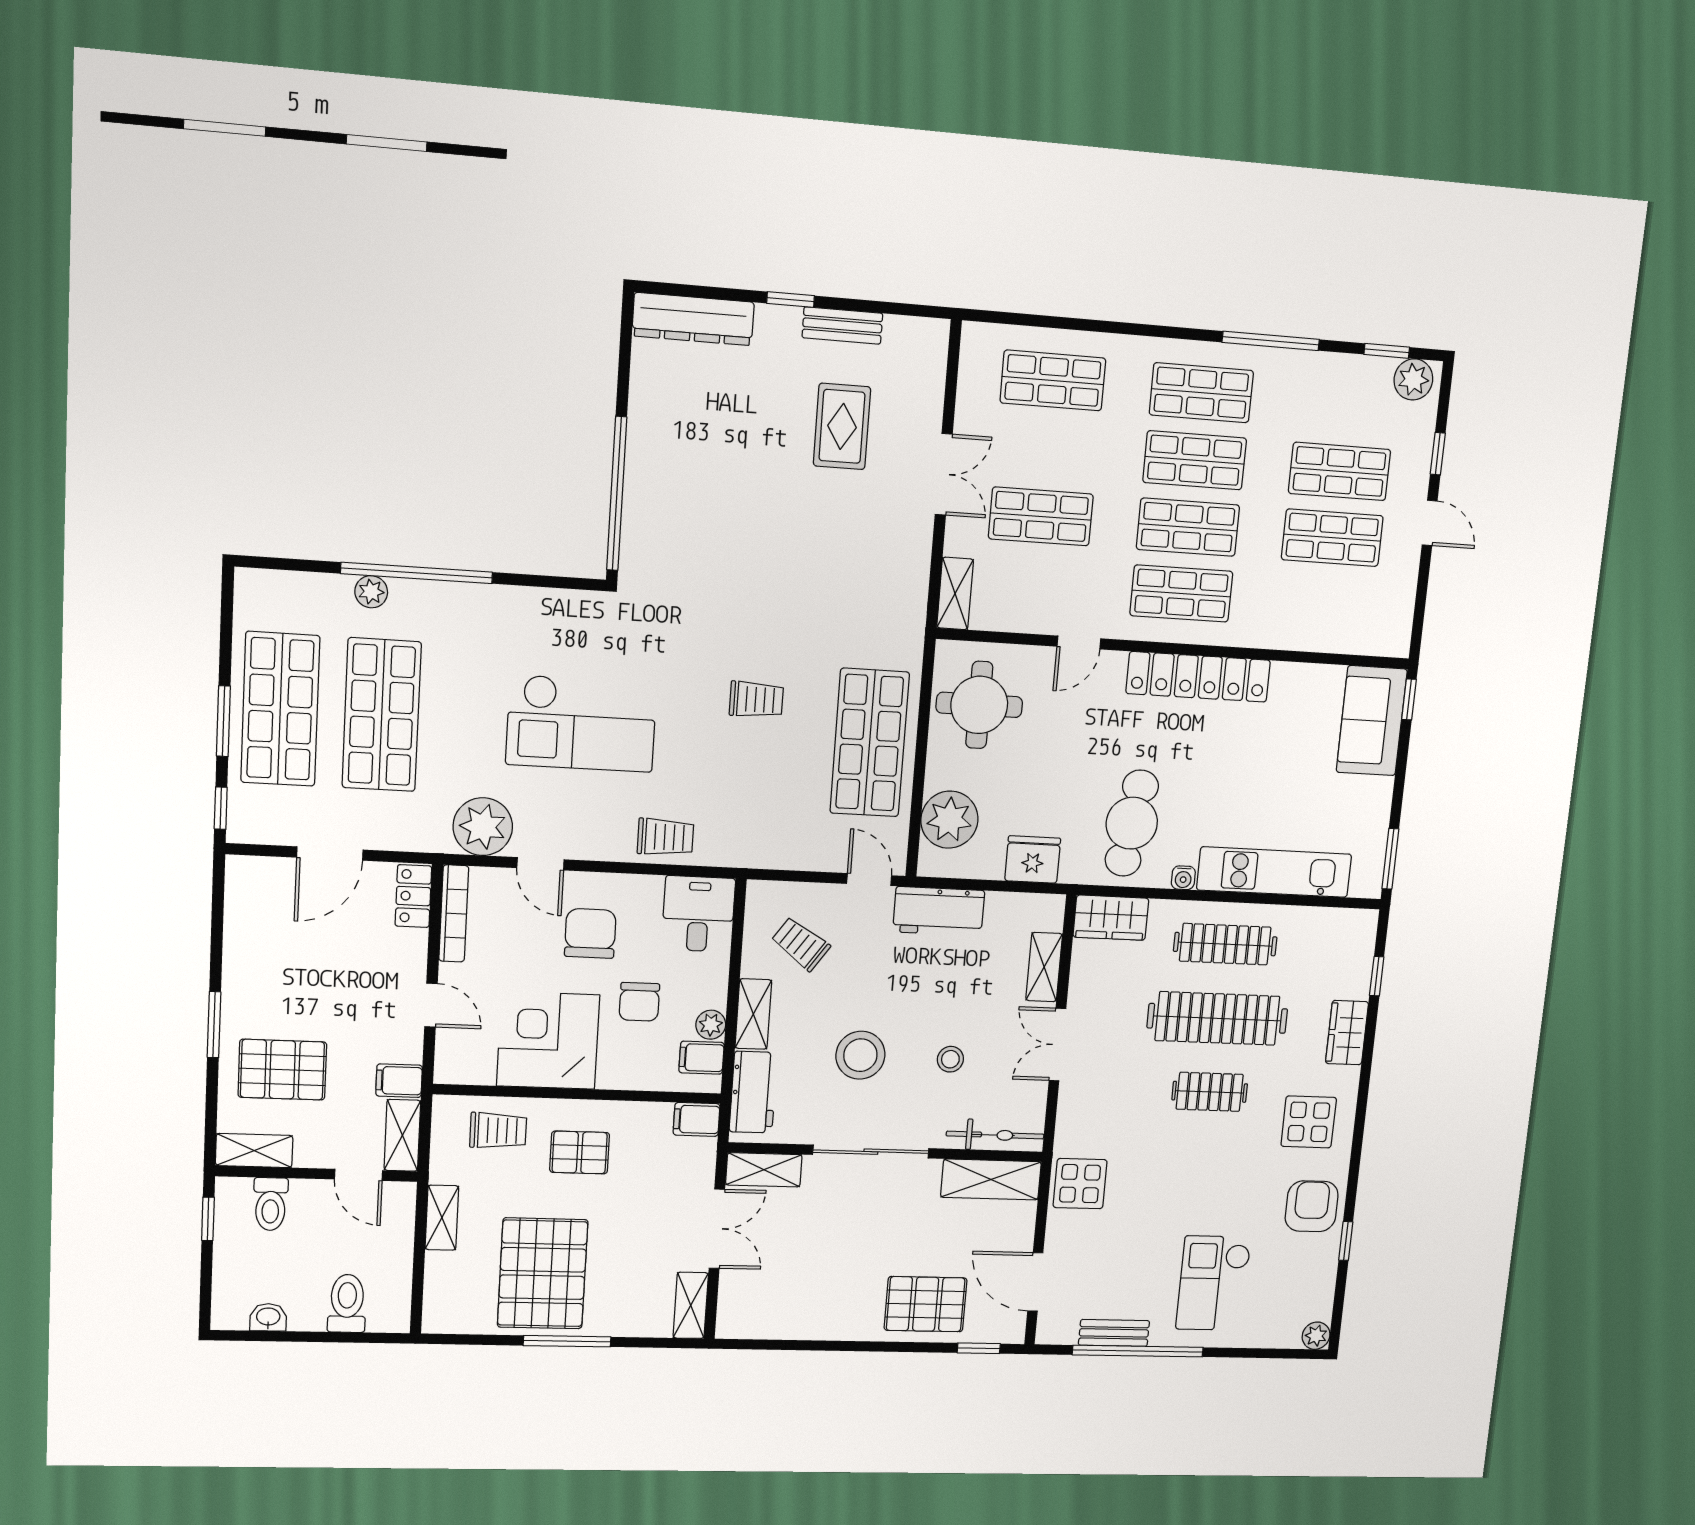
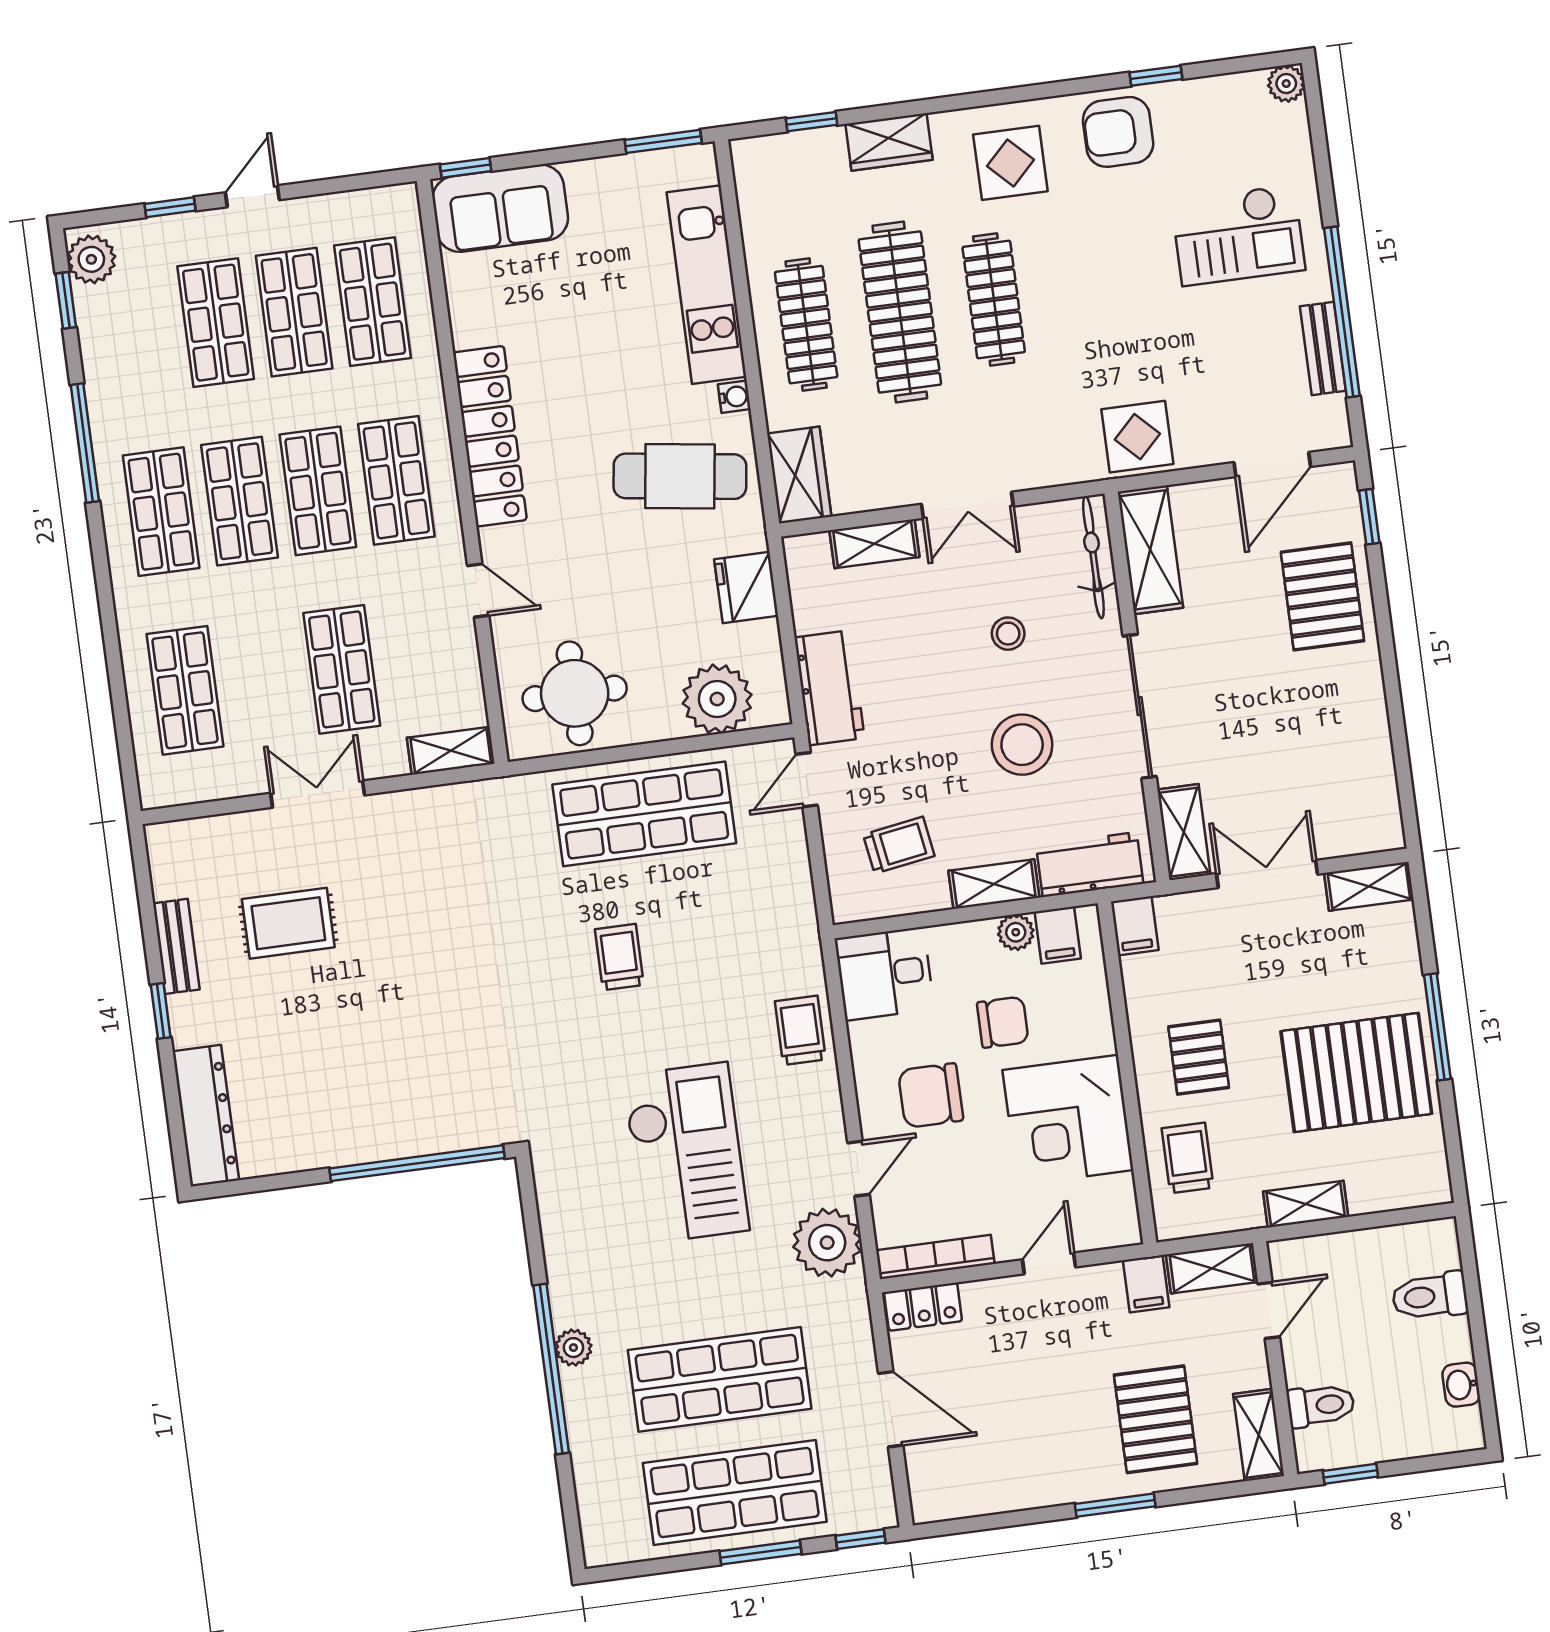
plant: (371, 592) -> (573, 1348), moved
shop shelf: (1325, 603) -> (372, 302), added
trolley: (801, 944) -> (899, 845), turned -134
clothes rail: (1210, 1092) -> (994, 300), width x1.36

